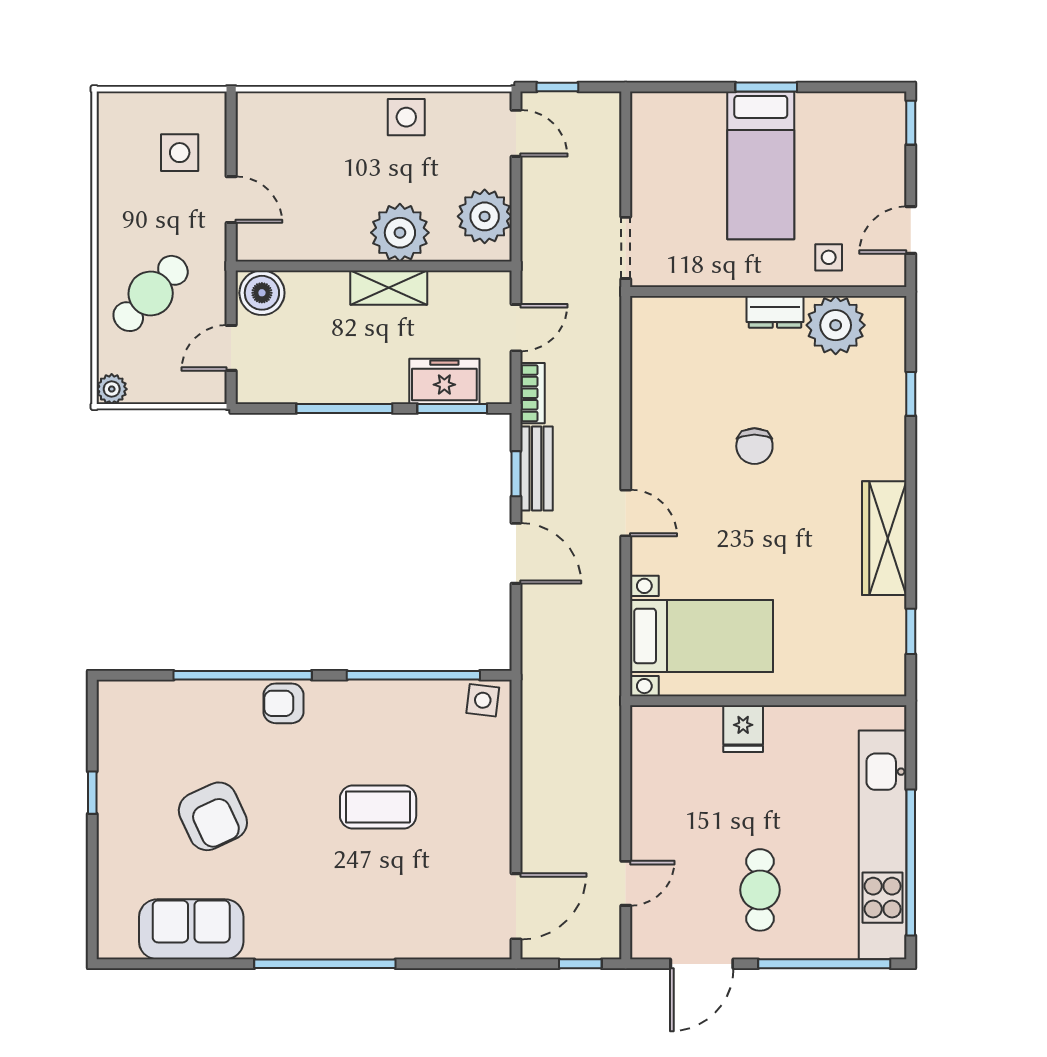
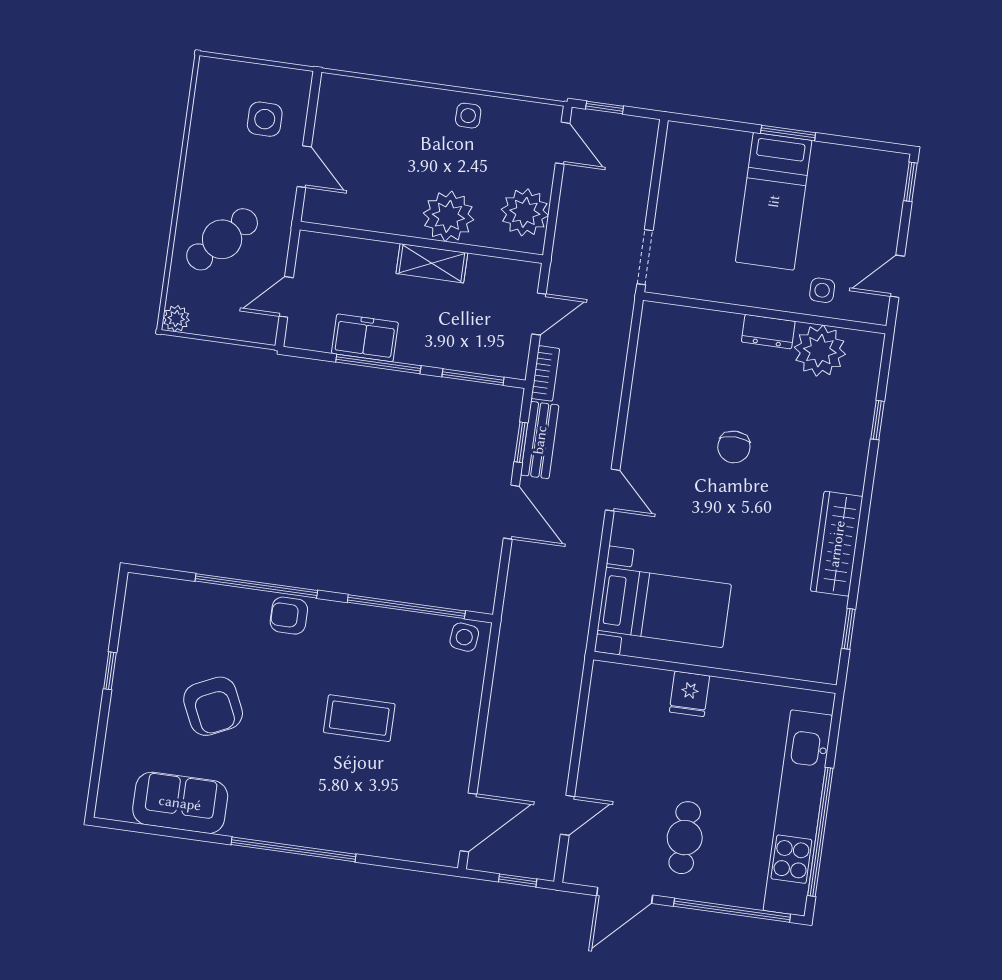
side table: (406, 117) -> (468, 116), width x0.73, depth x0.73
boiler: (262, 293) -> (320, 252), removed
freezer: (444, 381) -> (365, 338), moved

